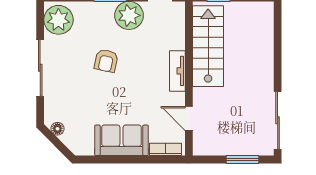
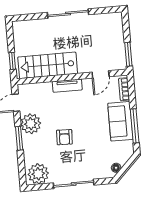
armchair: (106, 61) -> (64, 137), turned 80
sliding door: (278, 120) -> (68, 14), moved
window: (113, 159) -> (135, 126), added
window: (242, 159) -> (128, 54), moved

